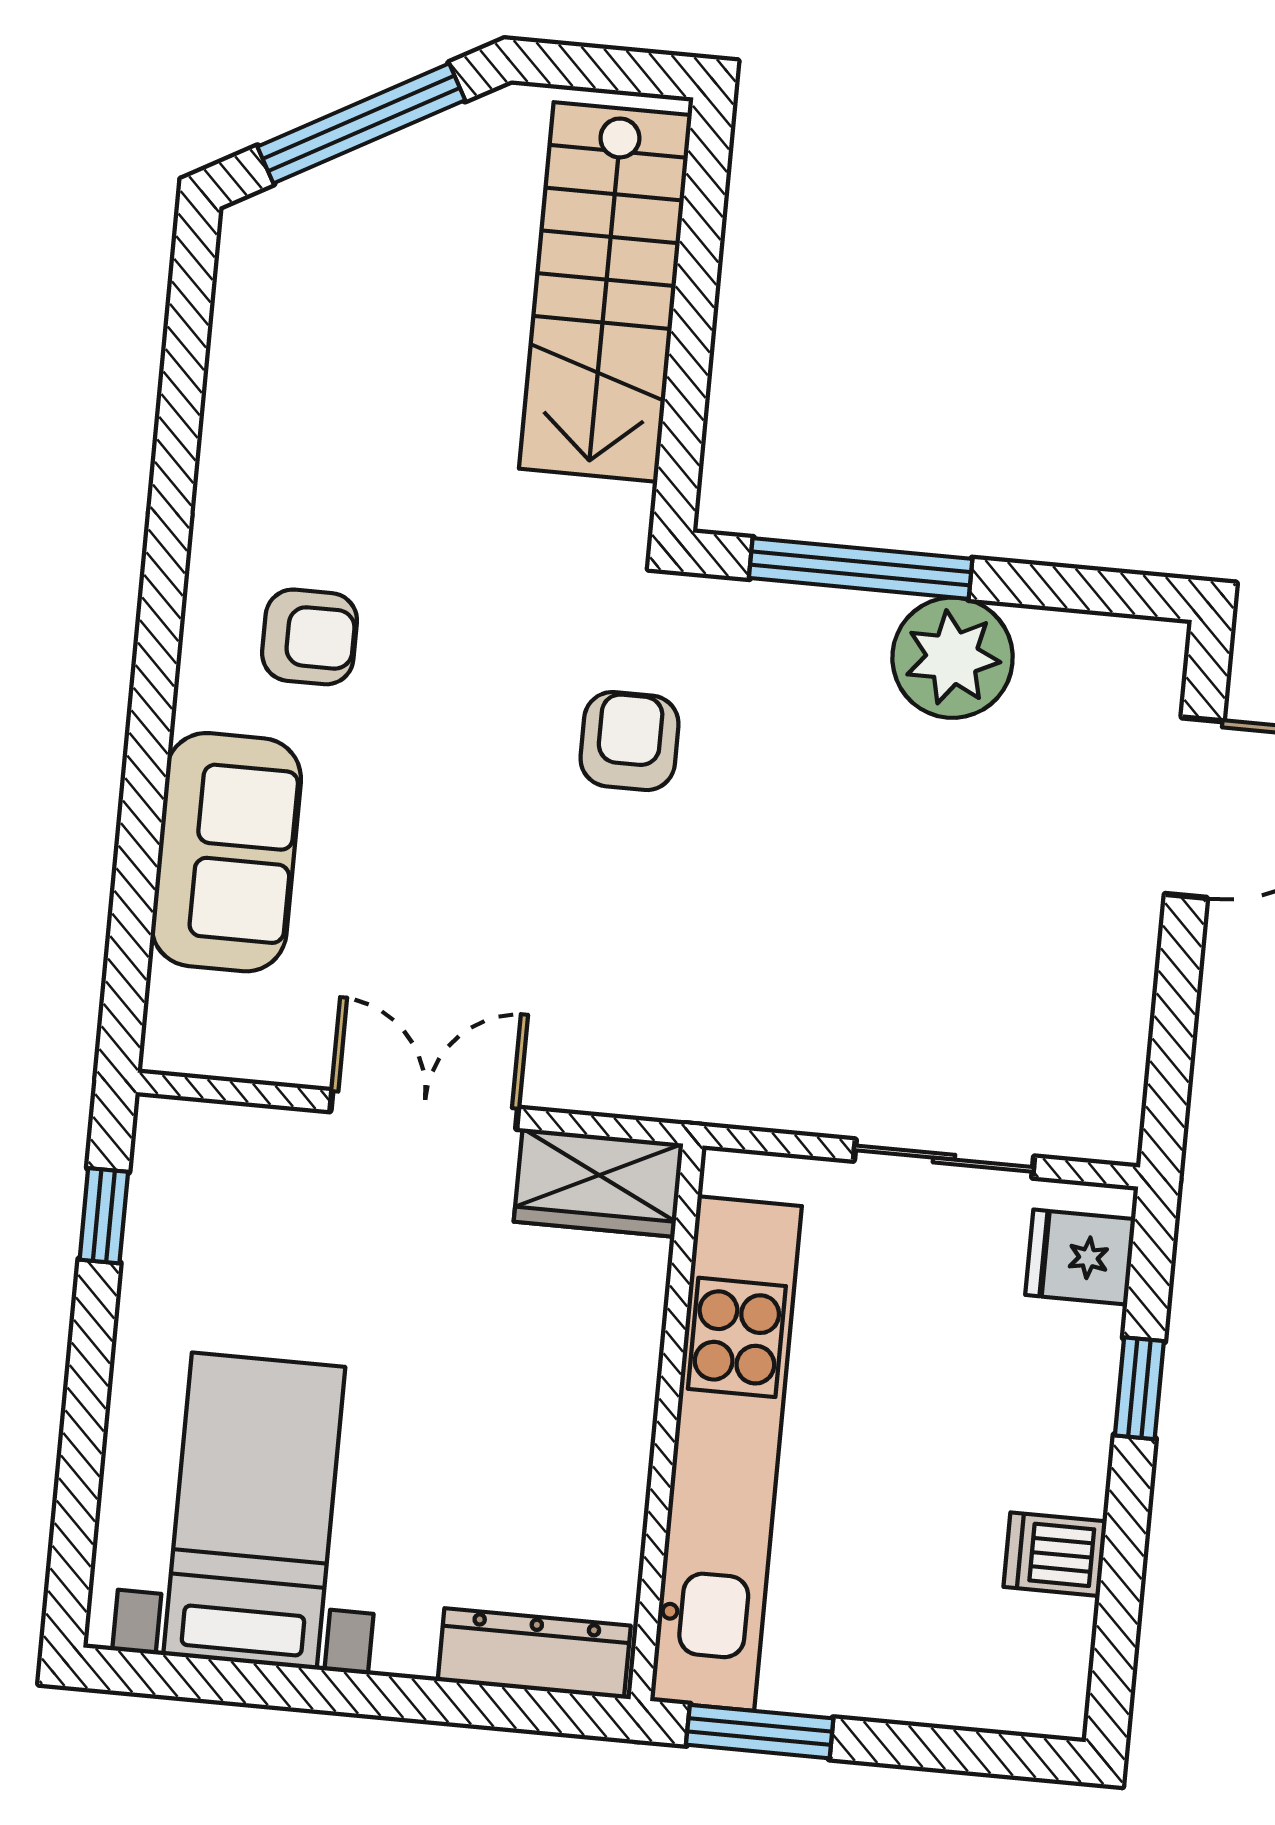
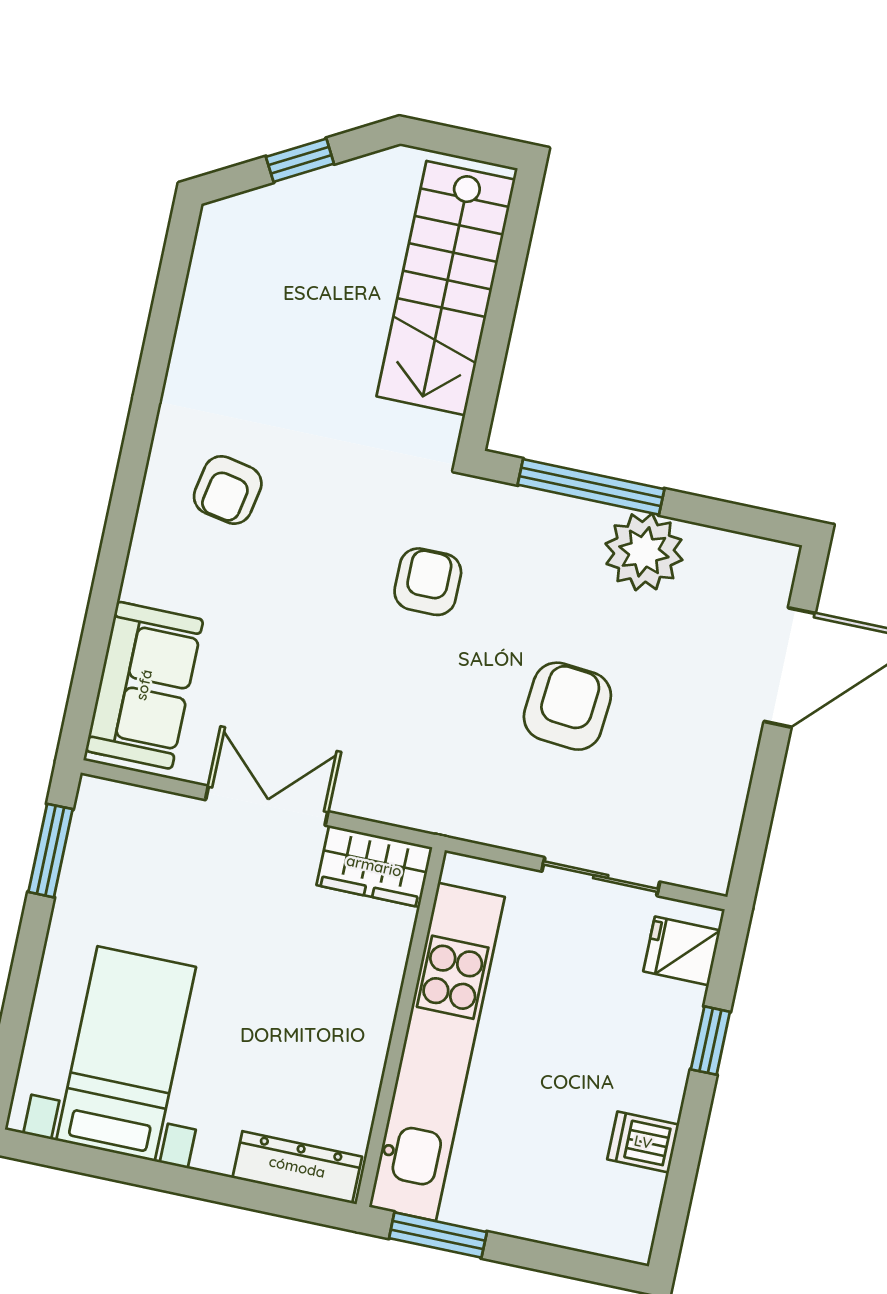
window: (361, 123) -> (300, 160), width x0.46
armchair: (310, 637) -> (228, 490), turned 101
sofa: (226, 852) -> (144, 685), moved
armchair: (863, 906) -> (567, 706), added
window: (104, 1216) -> (50, 851), width x1.50

